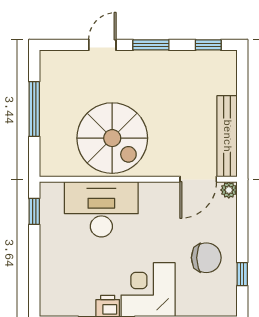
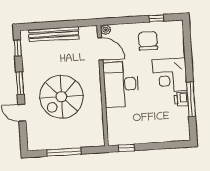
bench: (227, 136) -> (54, 34), moved
spiral stairs: (112, 138) -> (61, 97), moved, turned 180
desk: (101, 209) -> (121, 84), moved

